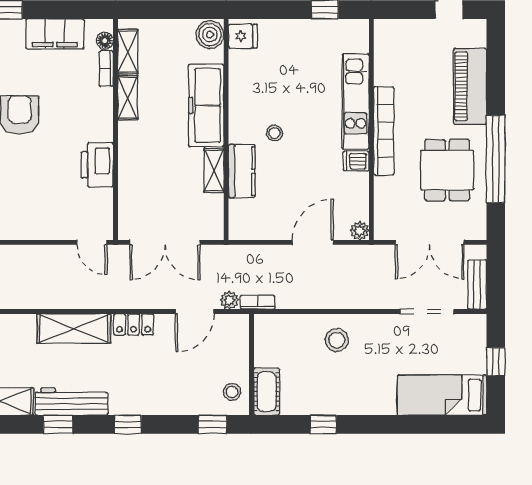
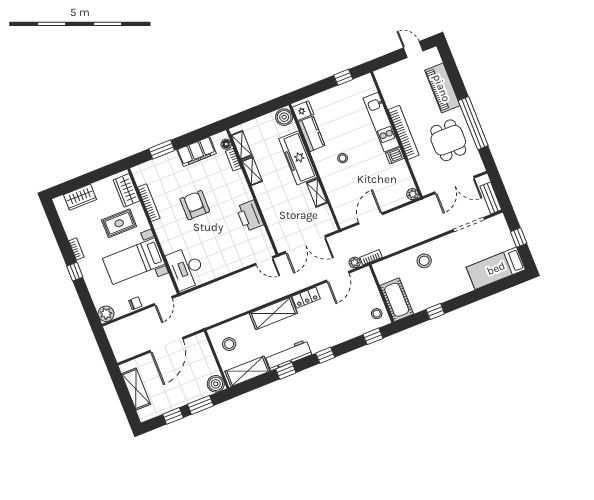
kitchen counter: (242, 171) -> (311, 134), moved
door: (313, 242) -> (370, 218), moved
cot: (267, 392) -> (397, 300), width x1.37, depth x1.34

